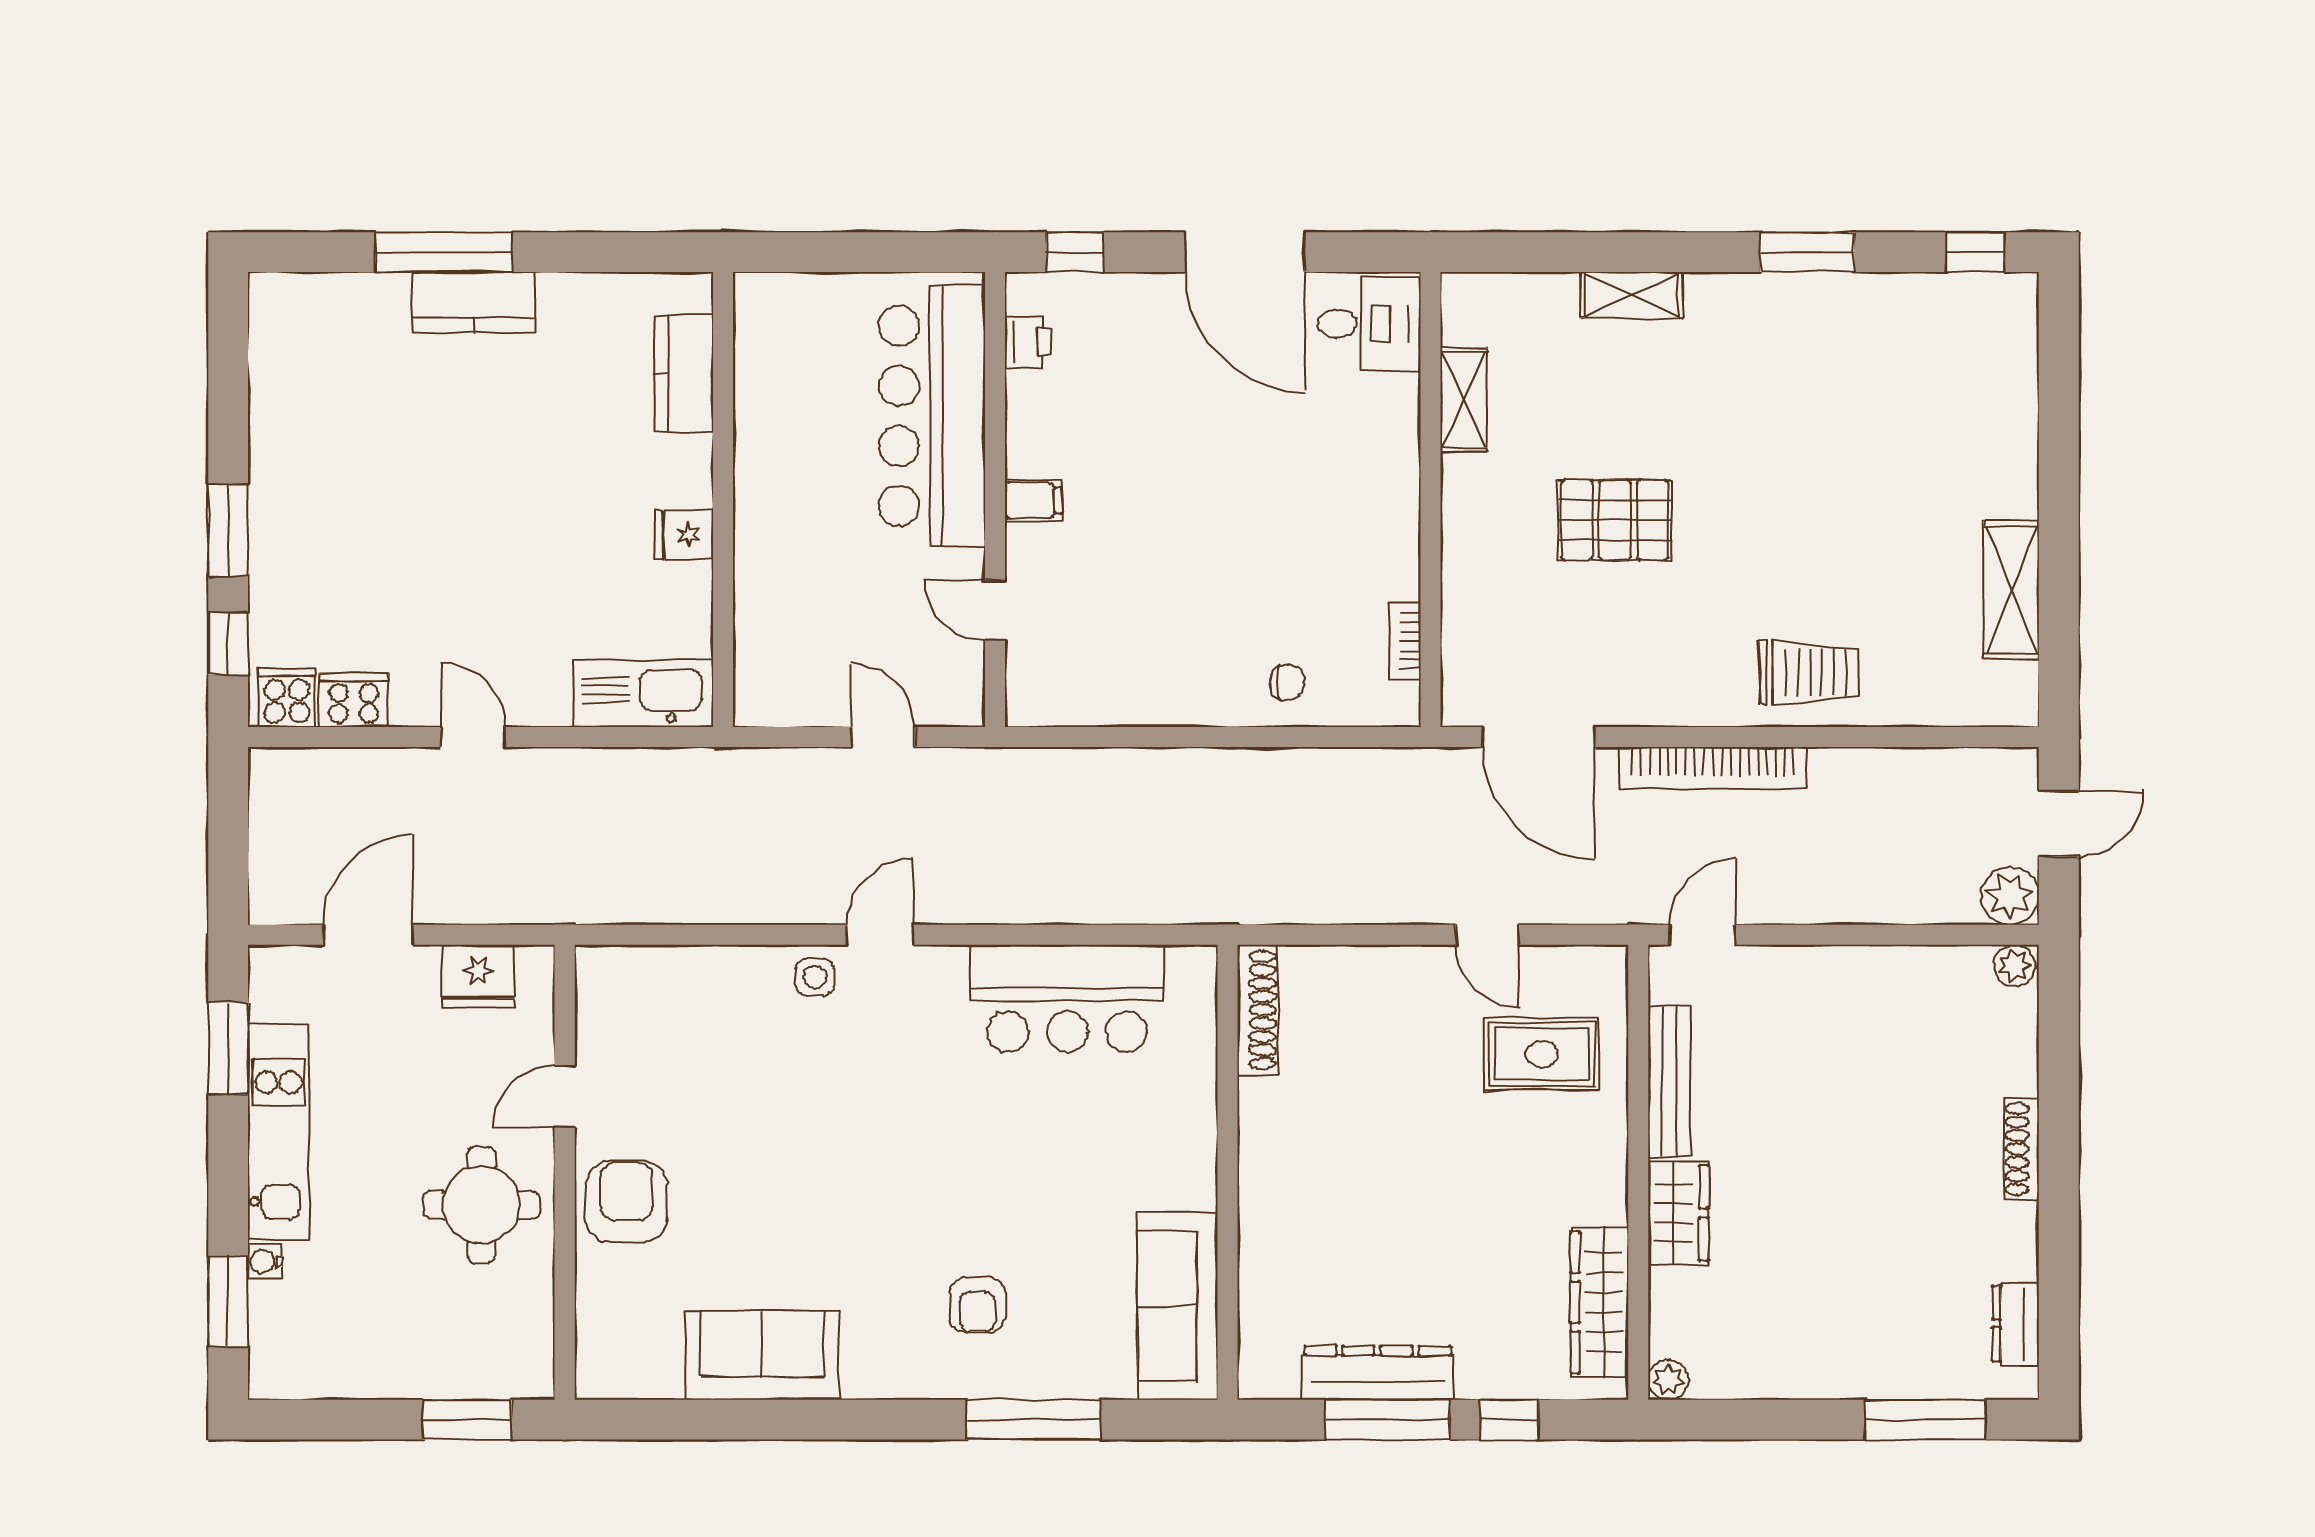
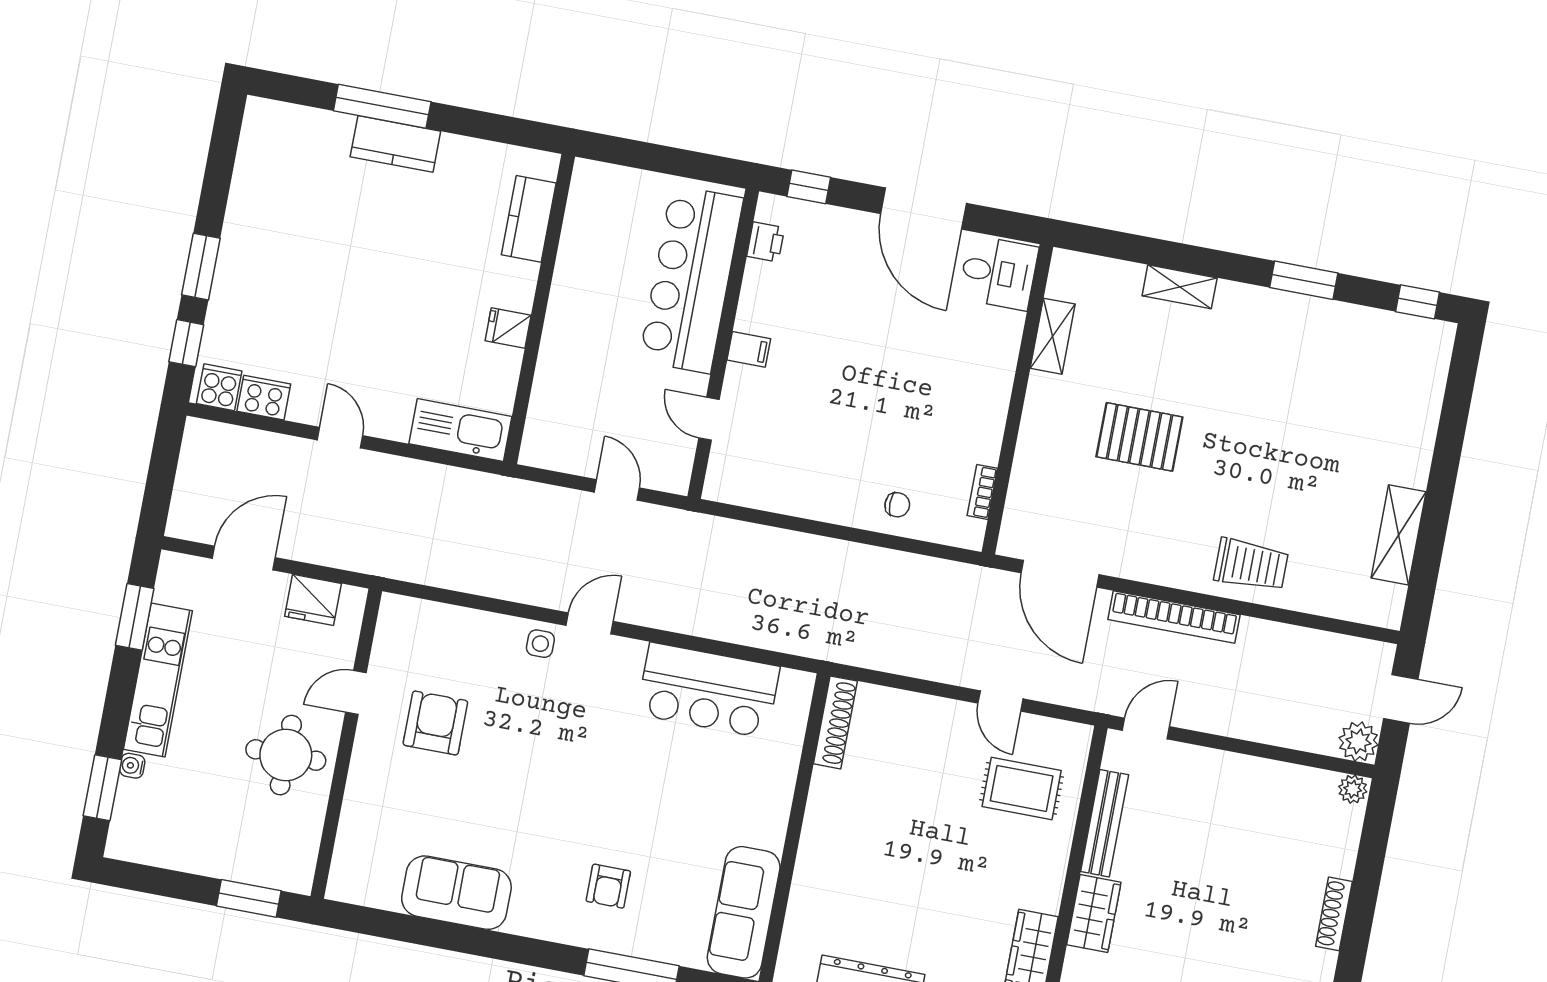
armchair: (627, 1201) -> (435, 723), moved

